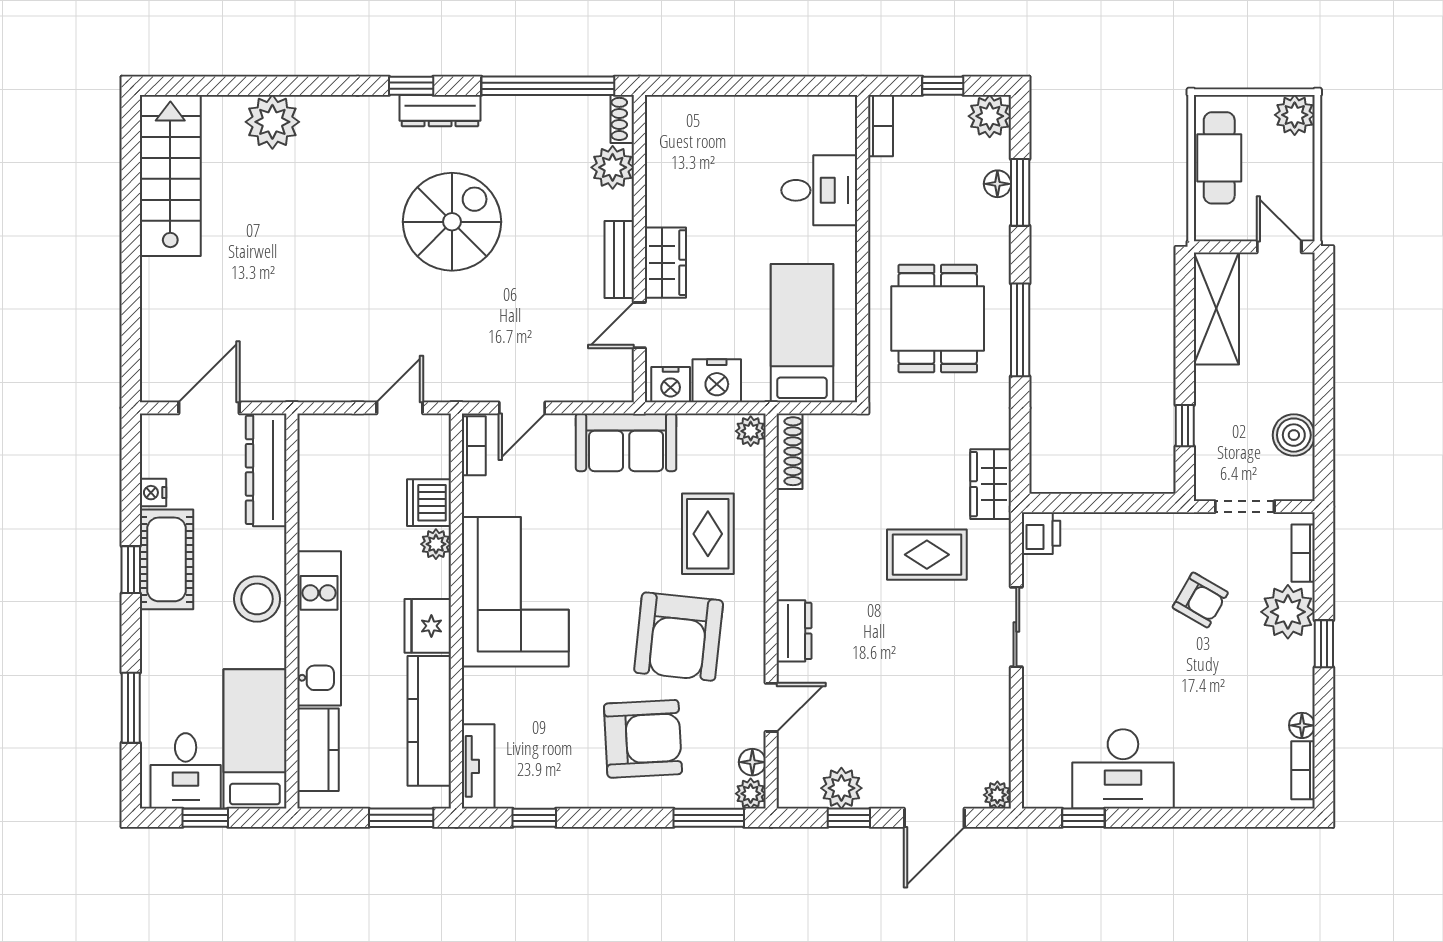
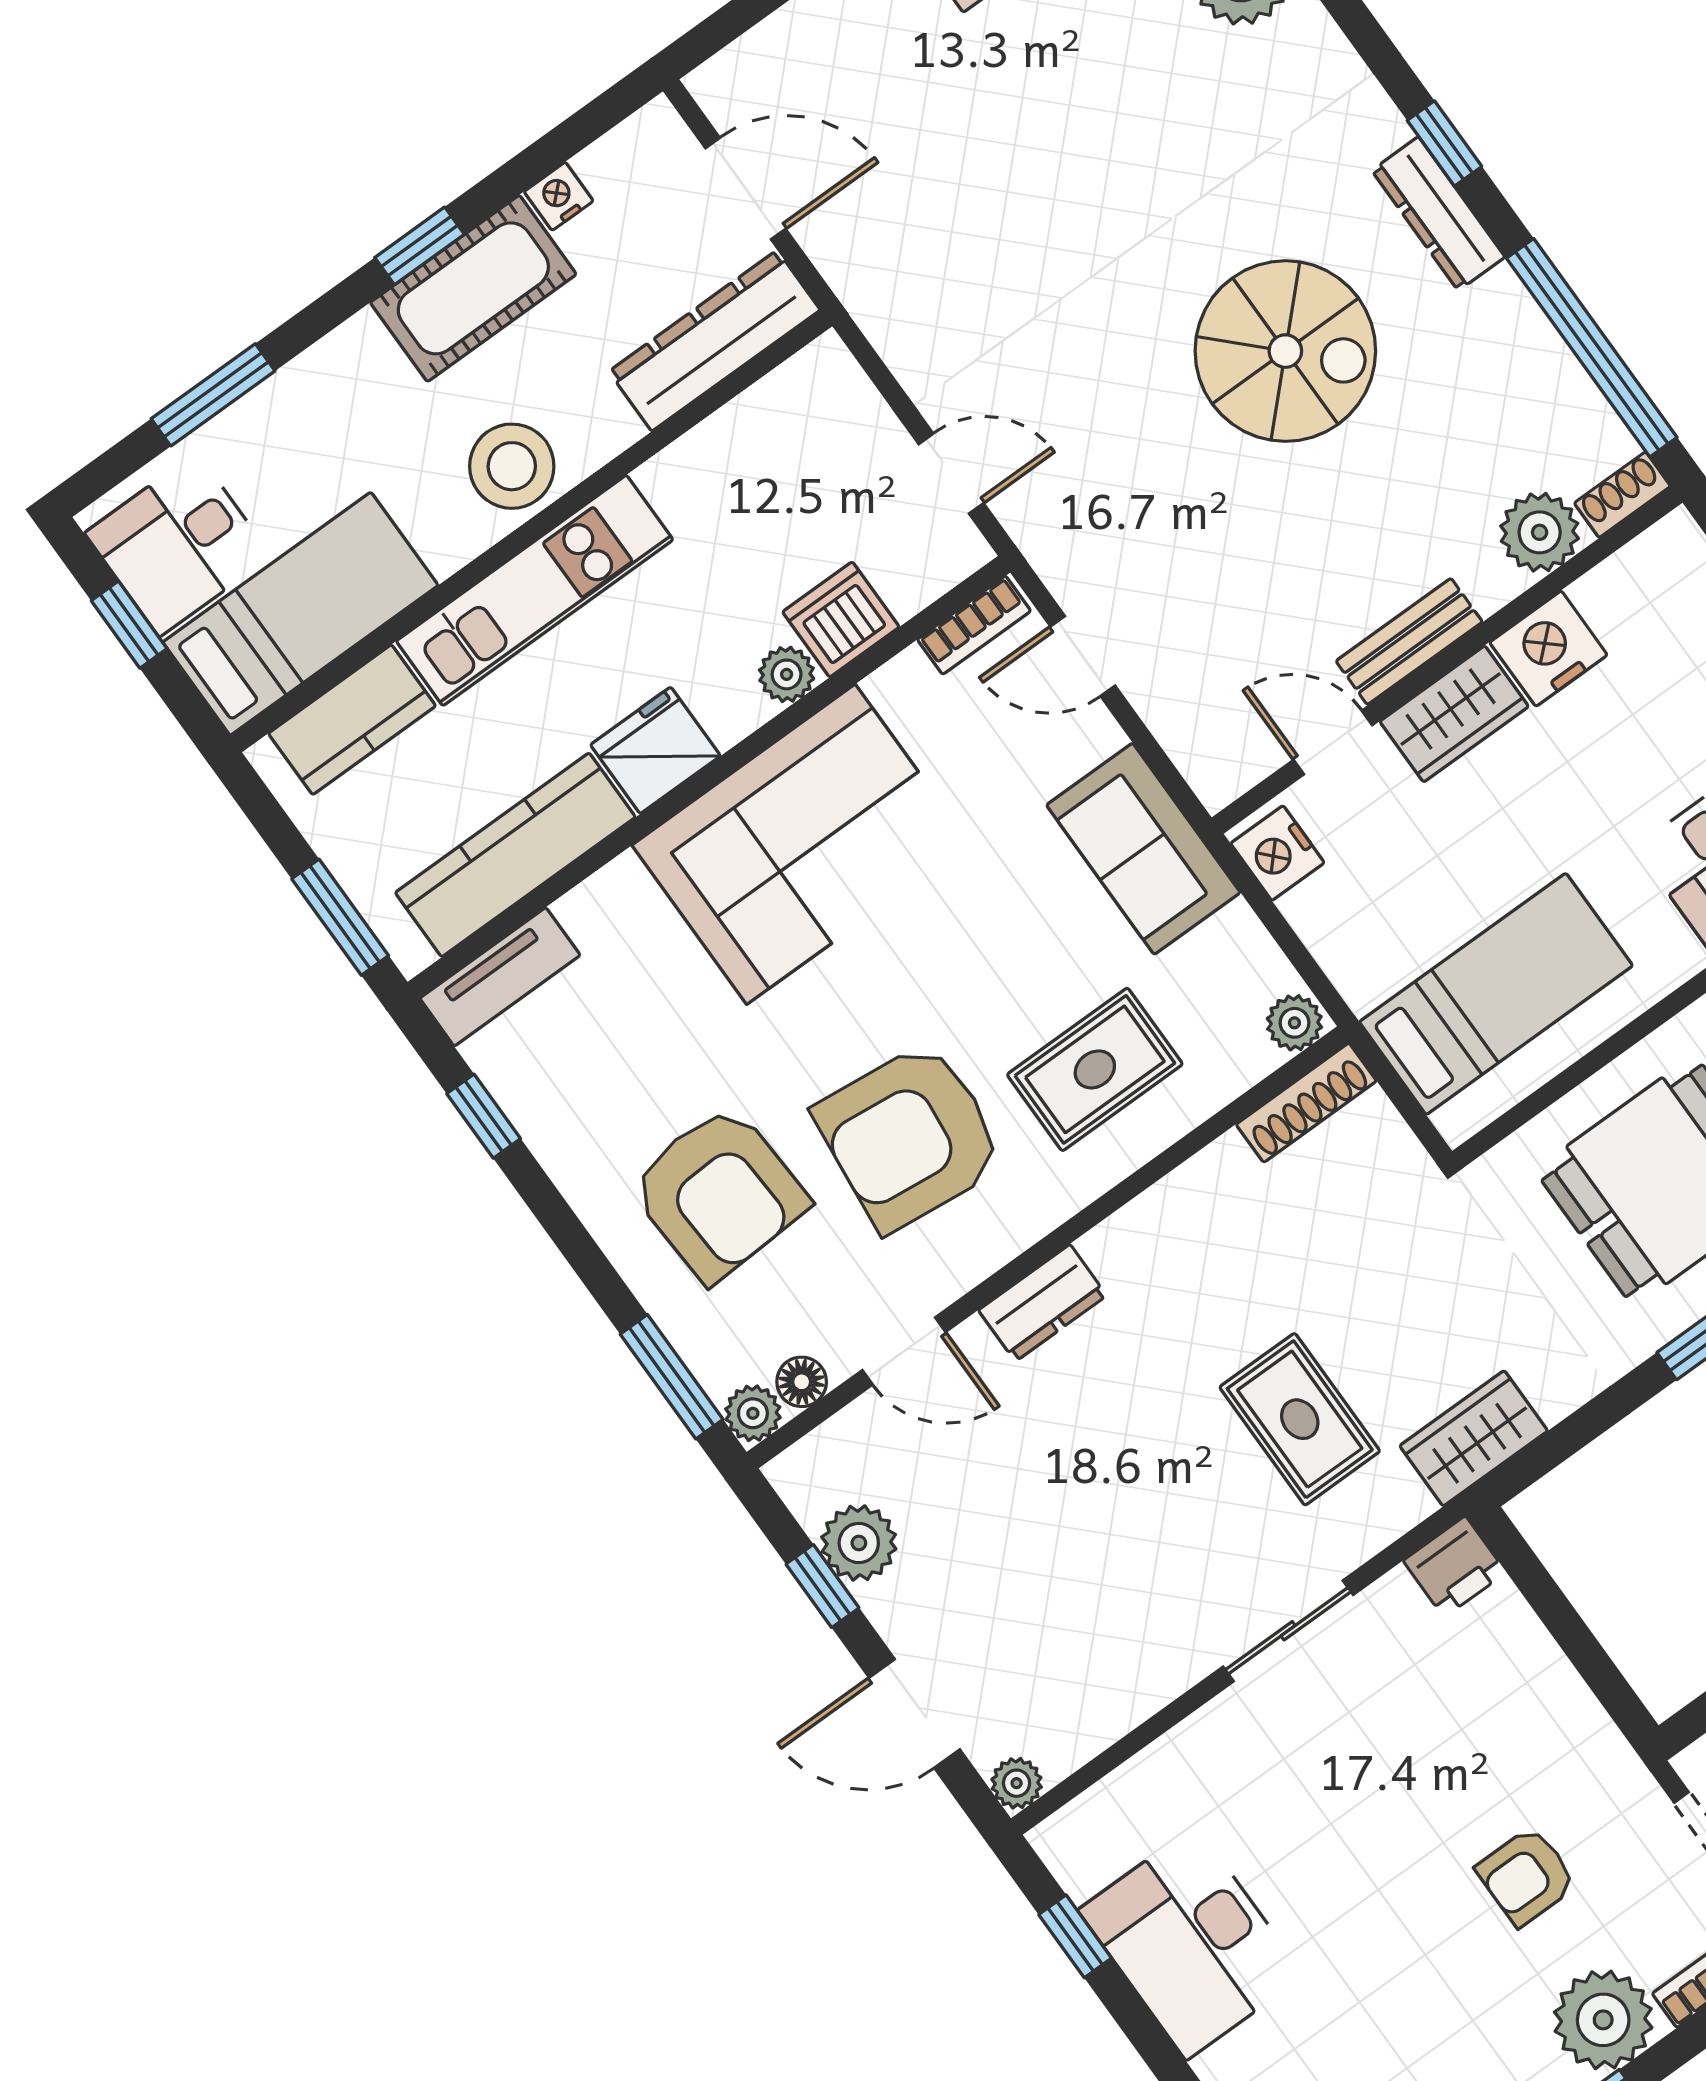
nightstand: (717, 381) -> (1548, 649), moved, turned 90
armchair: (1200, 600) -> (1526, 1876), turned 60

